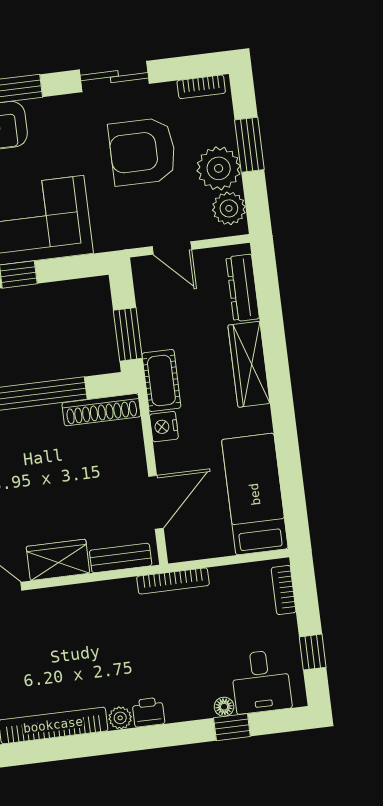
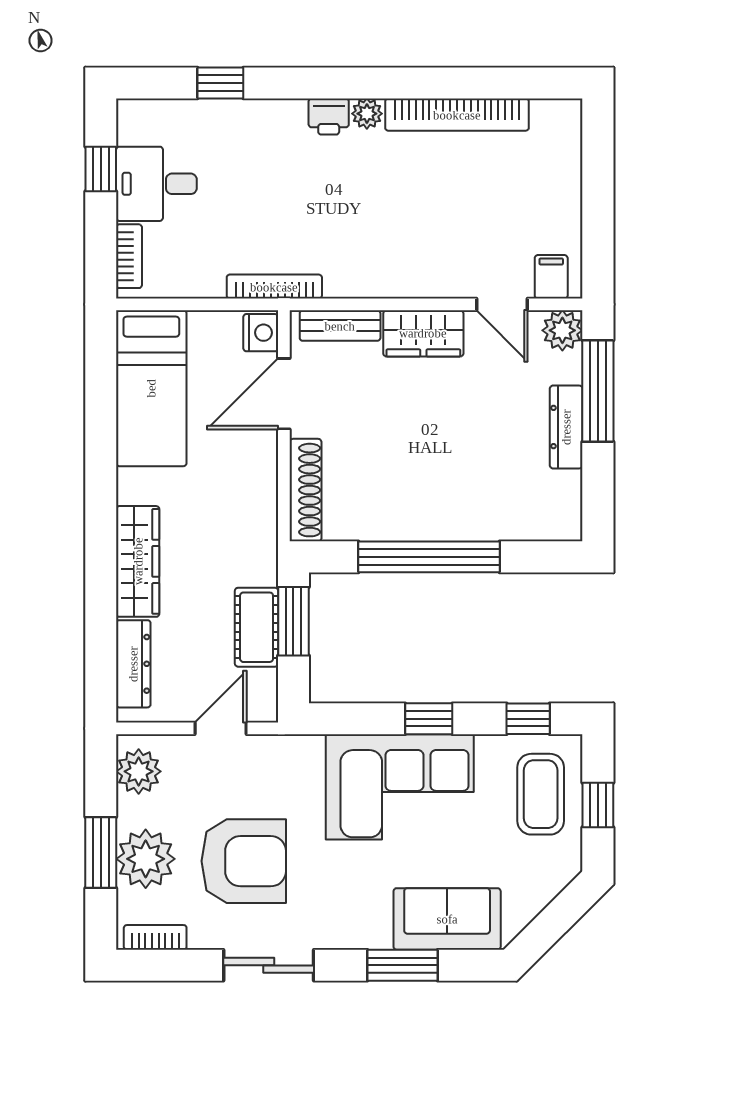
plant: (219, 168) -> (146, 859), moved
door: (172, 248) -> (221, 728), hinge flipped
cot: (161, 380) -> (257, 627), moved
shoe rack: (101, 410) -> (305, 490), moved, turned 90
nightstand: (164, 427) -> (261, 333), moved
desk: (261, 682) -> (156, 184), moved, turned -90
floor lamp: (224, 707) -> (227, 111), removed

